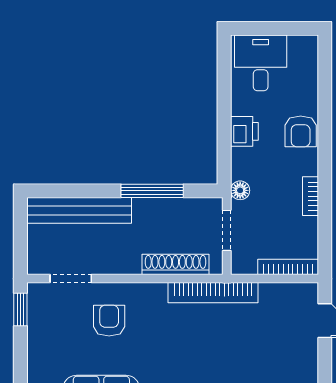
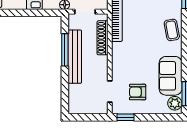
bench: (79, 210) -> (75, 57), moved
armchair: (109, 321) -> (138, 92), moved

